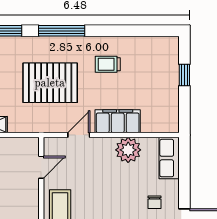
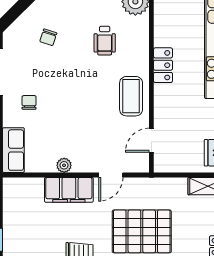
plant: (128, 150) -> (64, 165), width x0.53, depth x0.53

